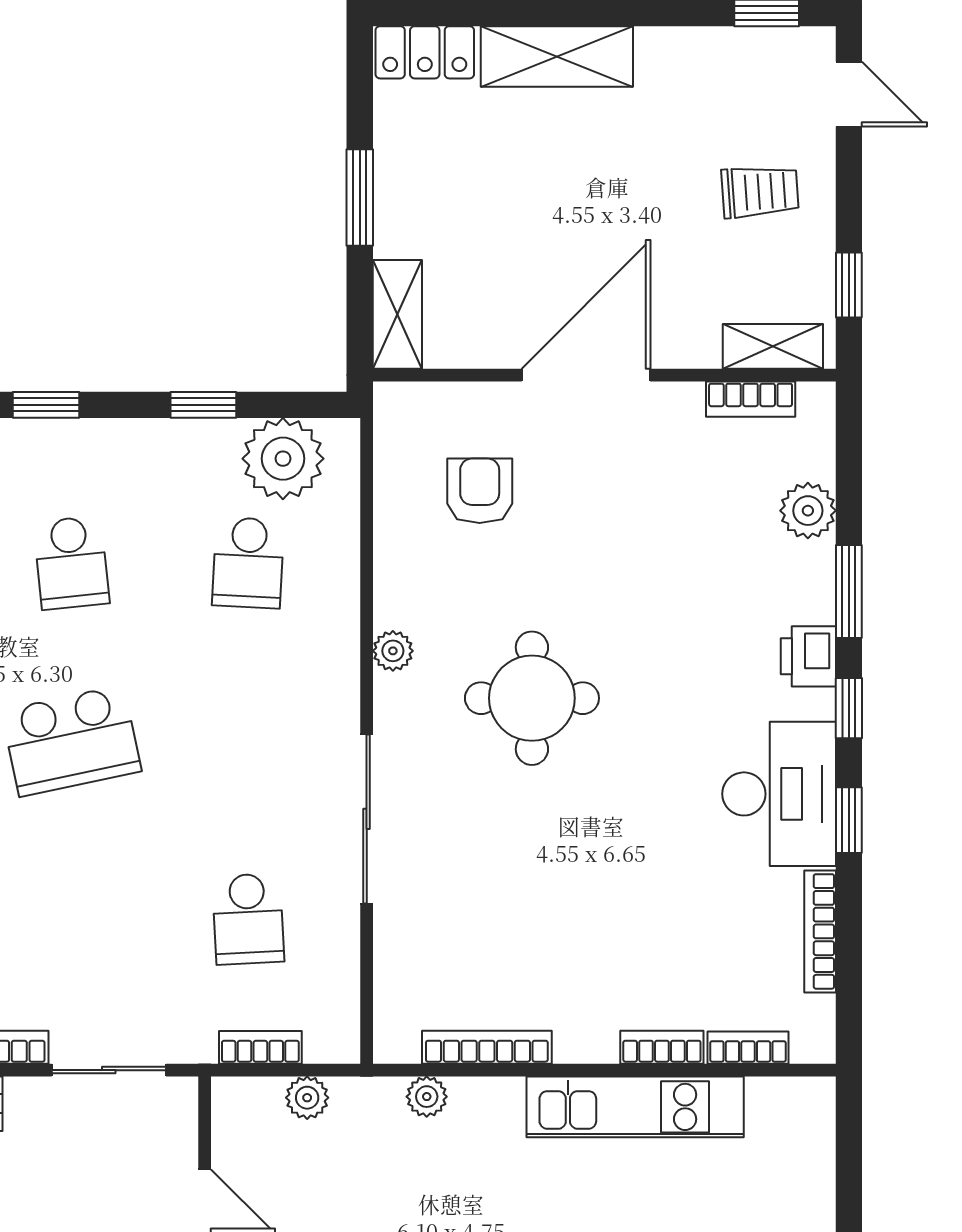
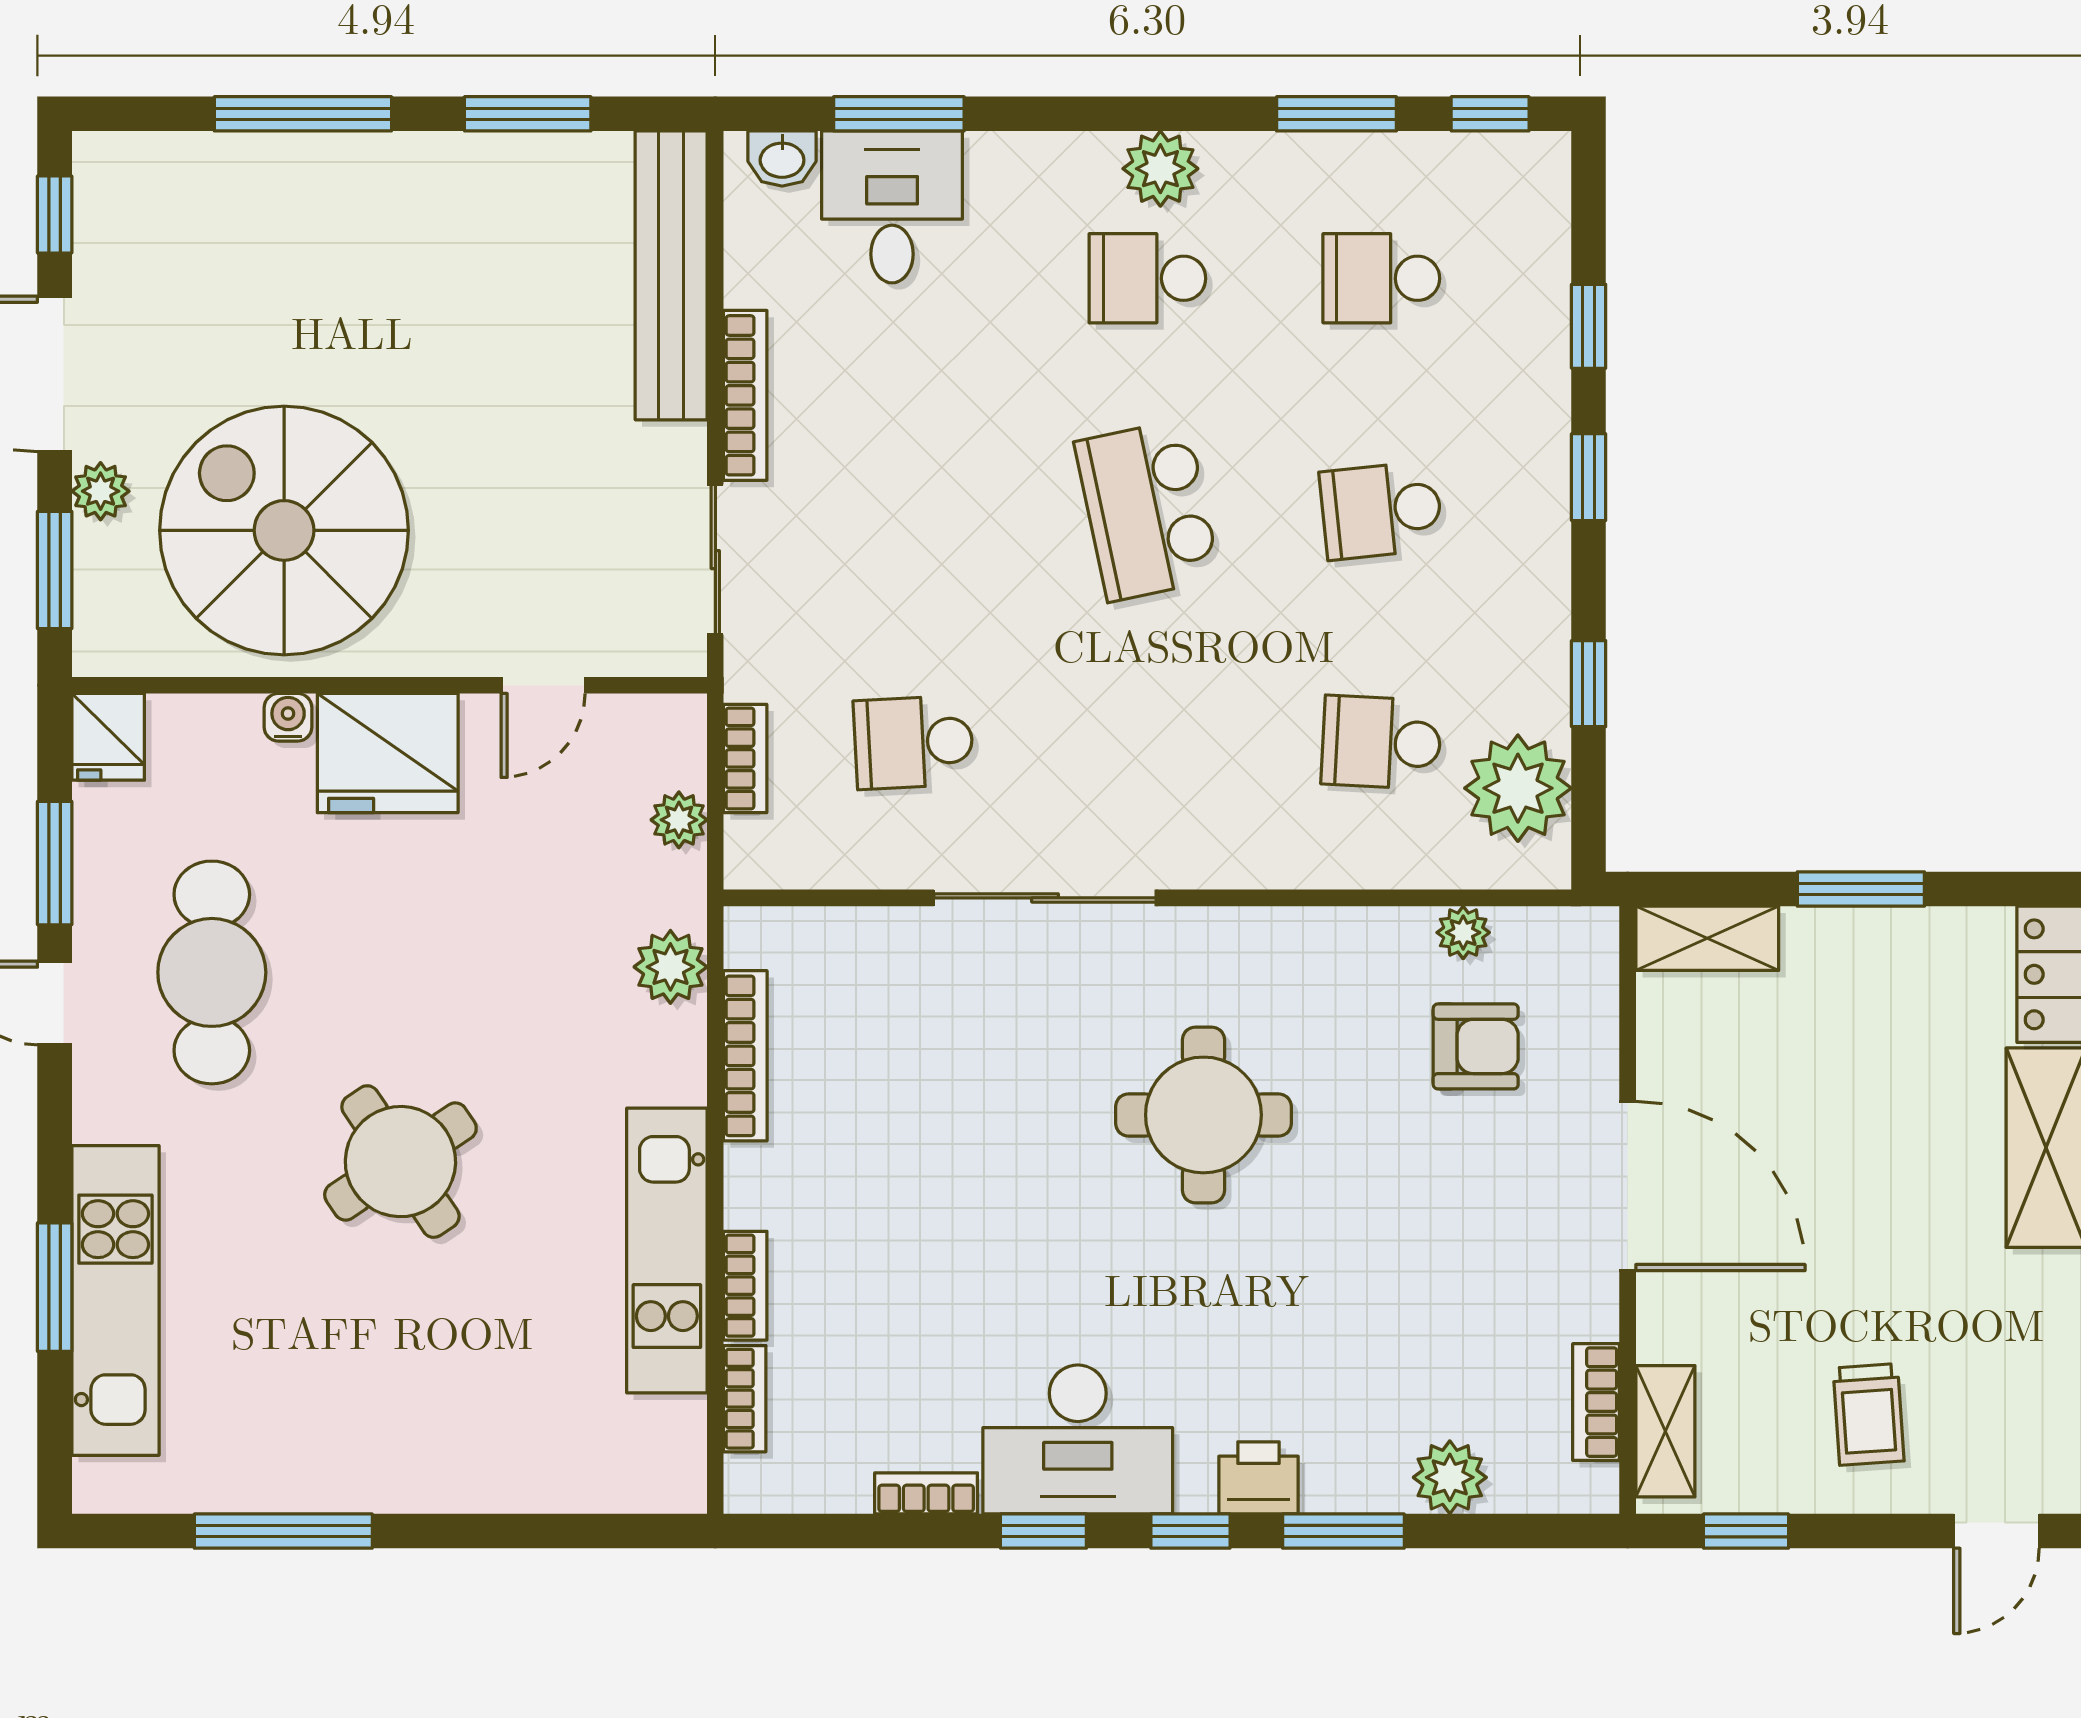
plant: (393, 651) -> (1463, 933), moved
bookcase: (820, 931) -> (926, 1493), width x0.64
plant: (427, 1097) -> (670, 967), width x1.38, depth x1.38

